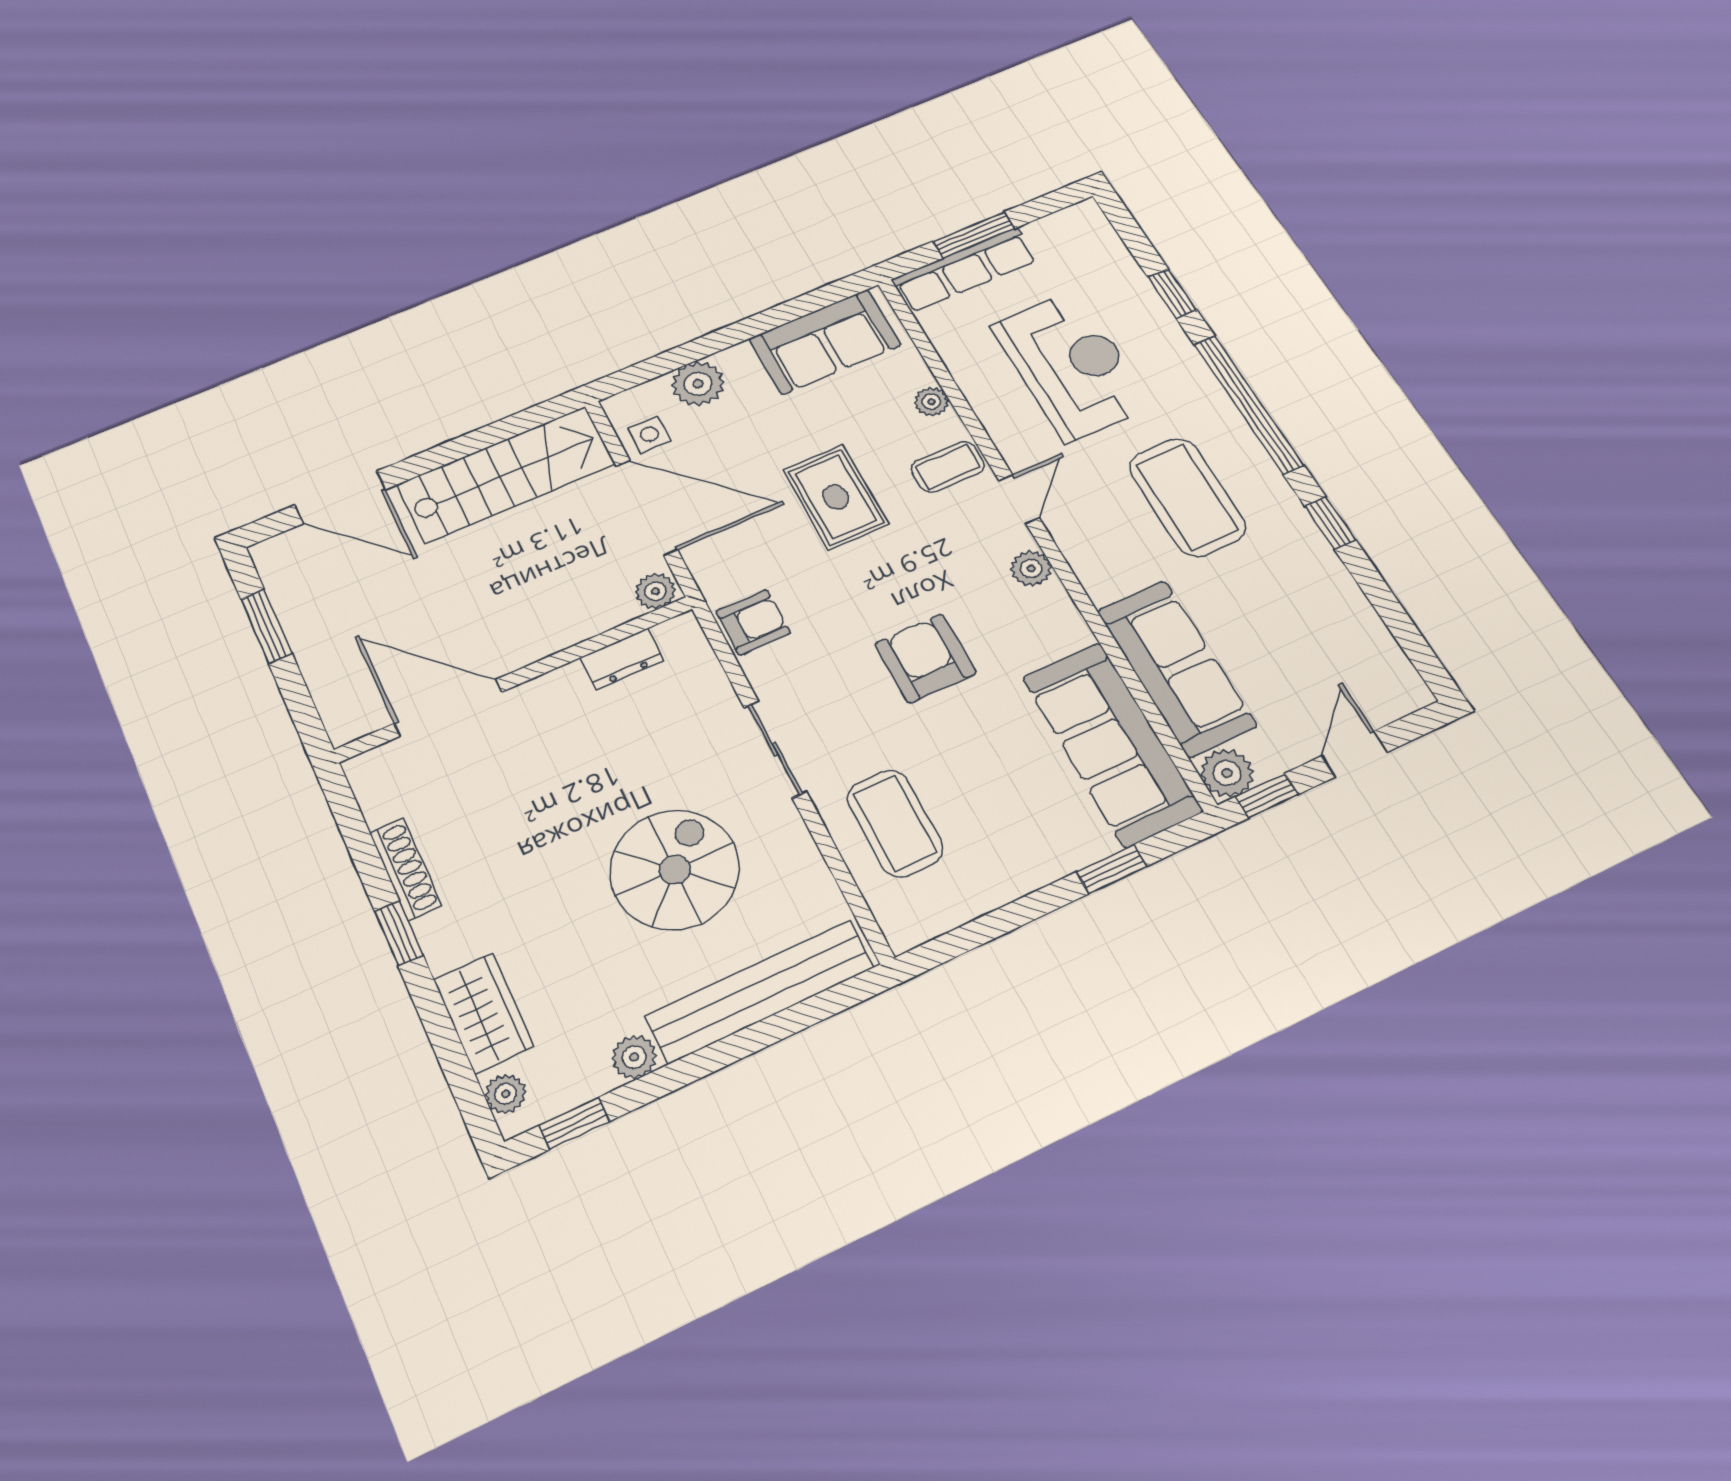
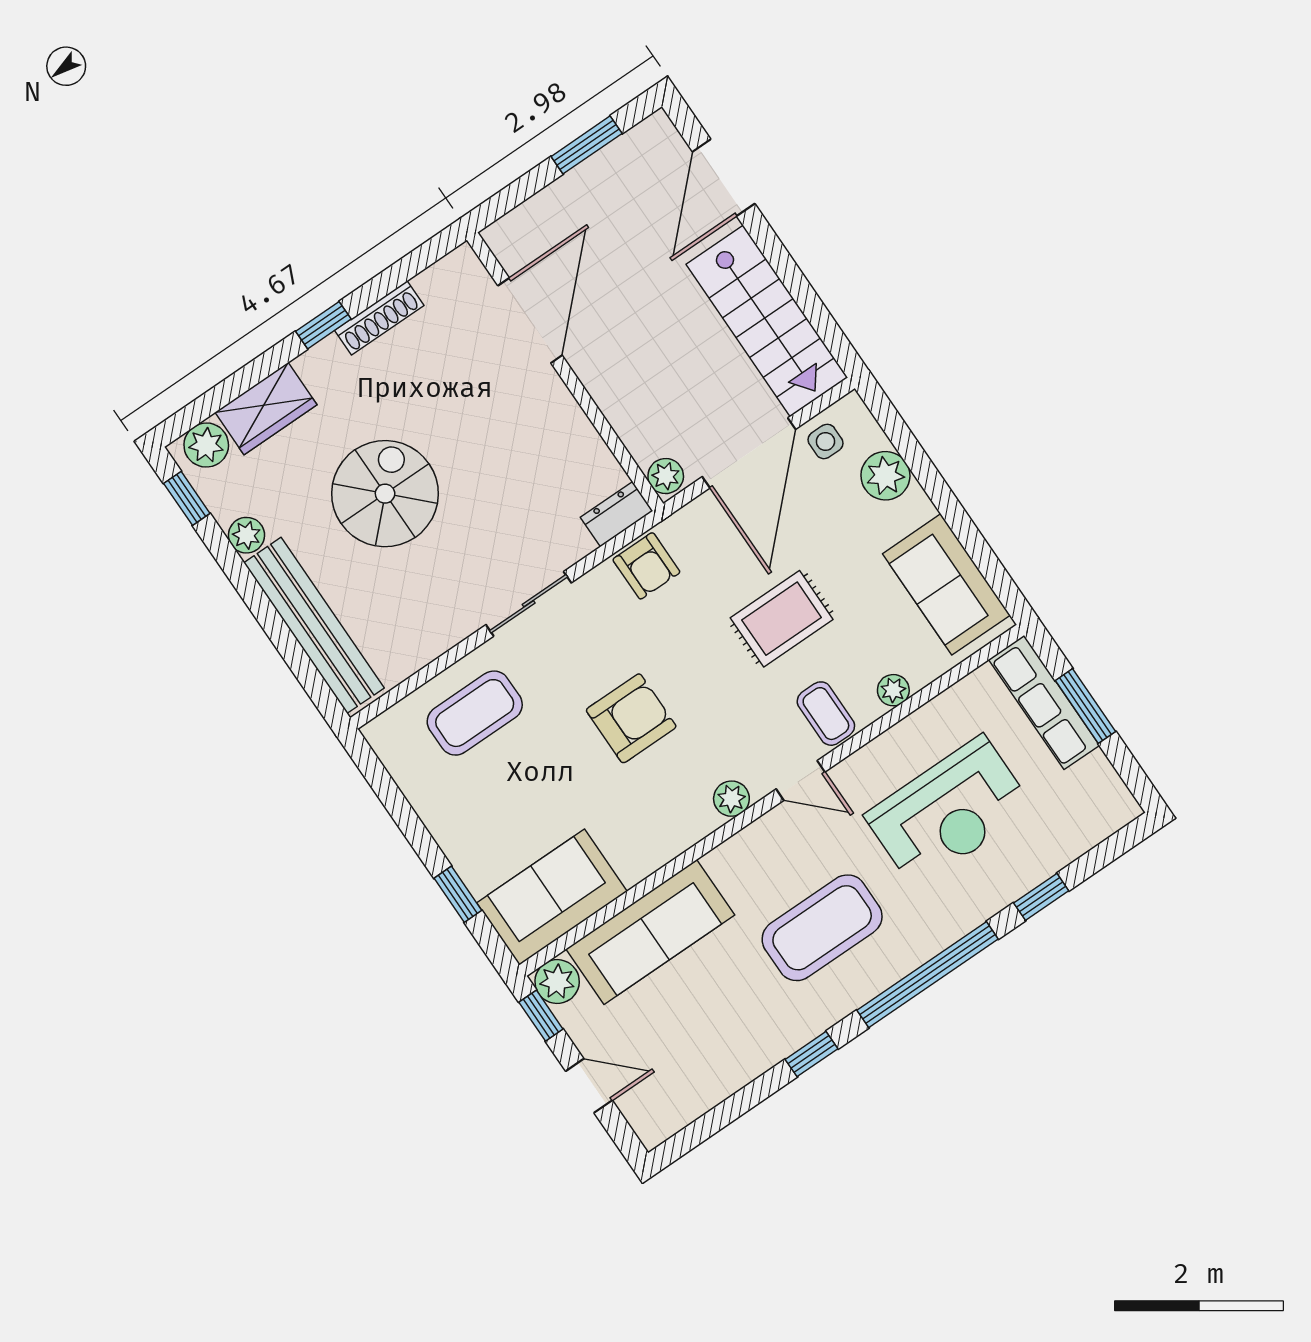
dresser: (622, 659) -> (617, 514), moved, turned 90
sofa: (1112, 744) -> (552, 897), width x0.73
spiral stairs: (675, 870) -> (385, 494), moved, turned -90
plant: (506, 1094) -> (206, 445), width x1.38, depth x1.38

